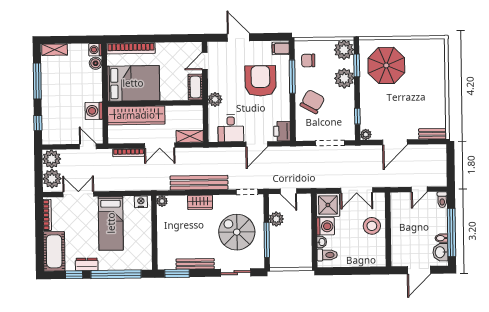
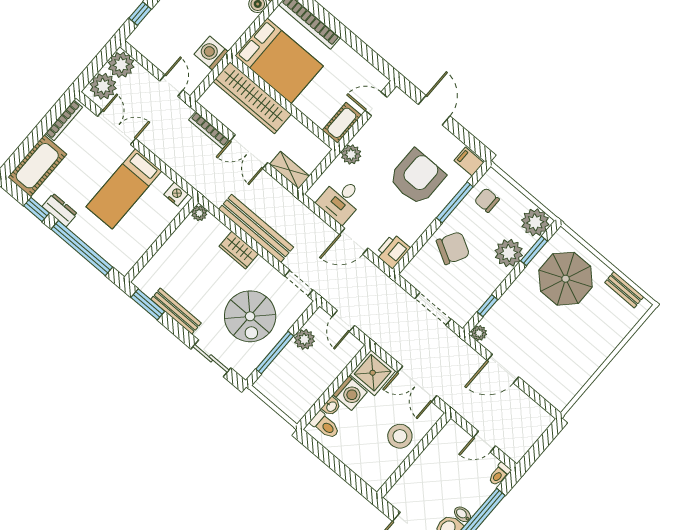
bench: (432, 134) -> (624, 290), moved
spiral stairs: (237, 232) -> (250, 316), turned 180

